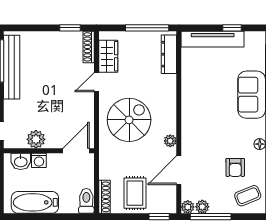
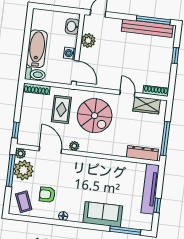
window: (70, 28) -> (175, 55), moved
washing machine: (39, 160) -> (70, 53), moved
rug: (135, 193) -> (61, 109), moved, turned 90
bathtub: (35, 202) -> (37, 49), moved
plant: (202, 207) -> (23, 170), width x1.88, depth x1.88

